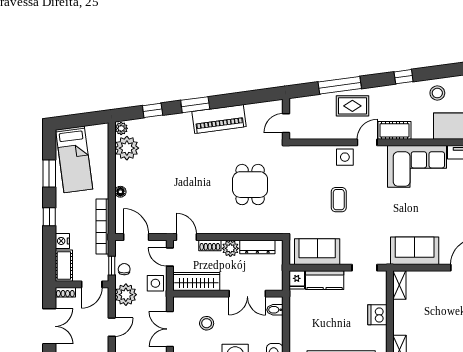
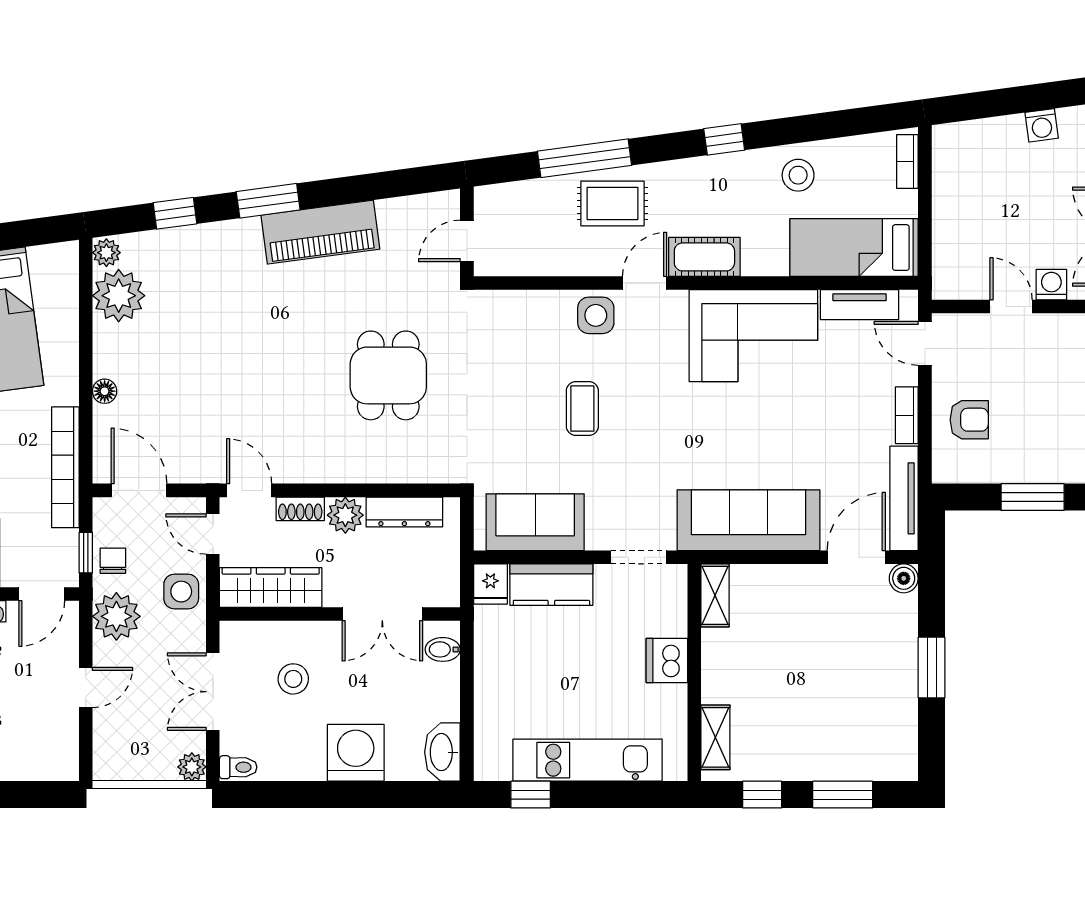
sofa: (415, 251) -> (748, 520), width x1.36

